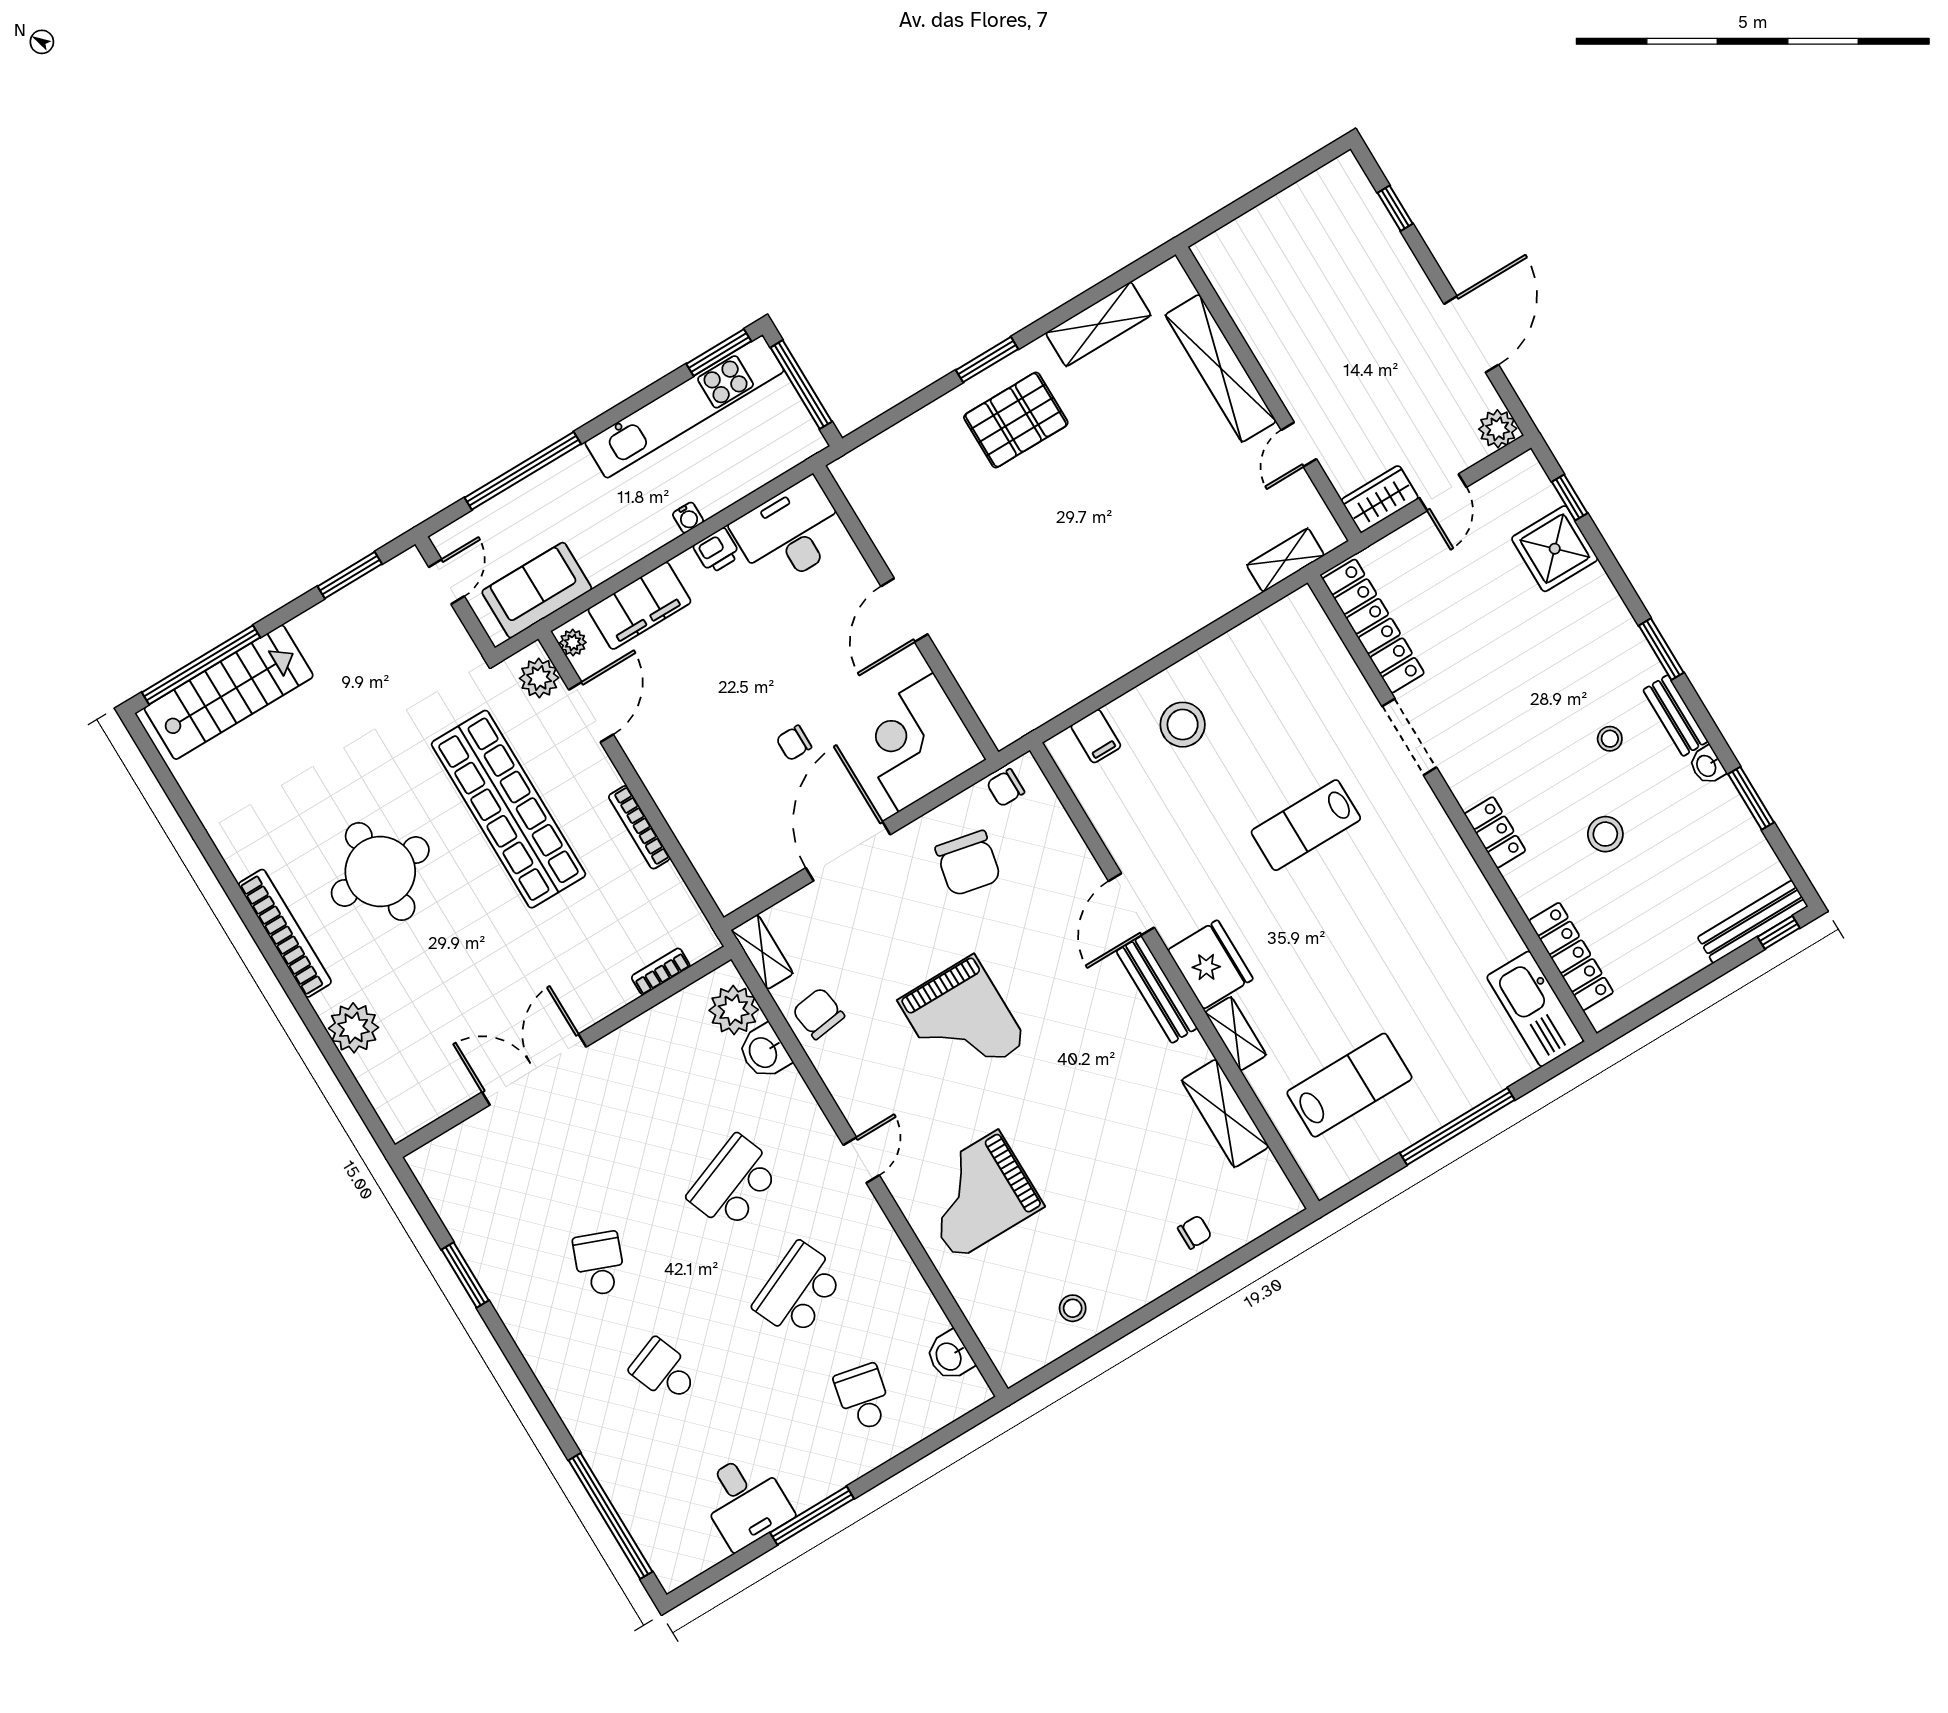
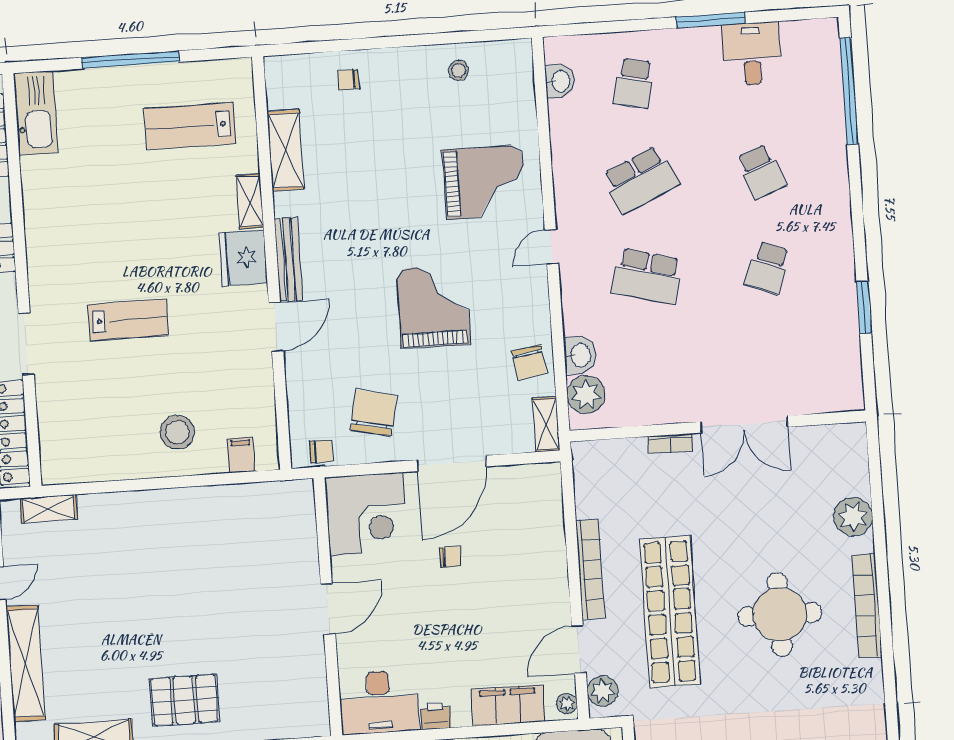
bookcase: (639, 827) -> (590, 569), width x1.48, depth x1.31
bookcase: (661, 971) -> (671, 444), moved
school desk: (734, 1183) -> (647, 276), turned 36

